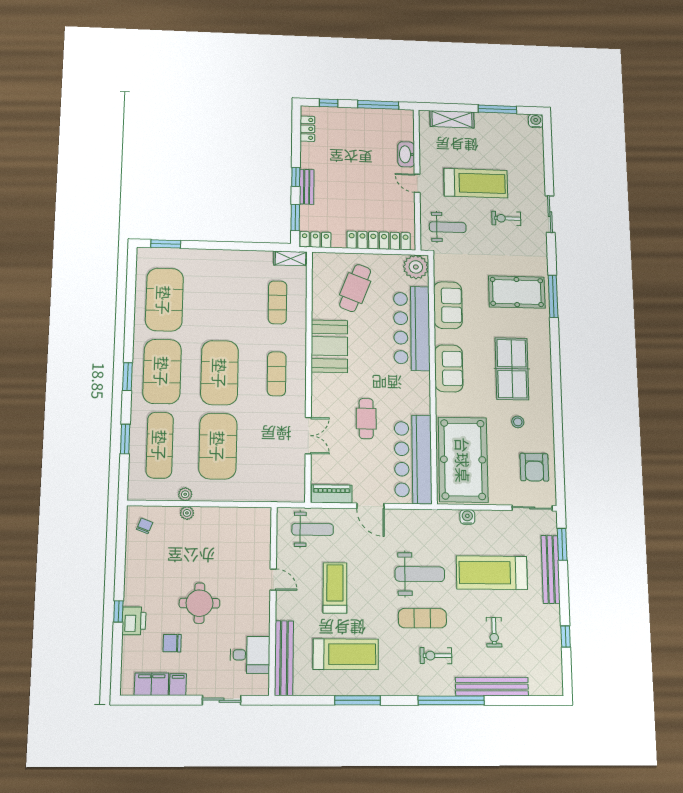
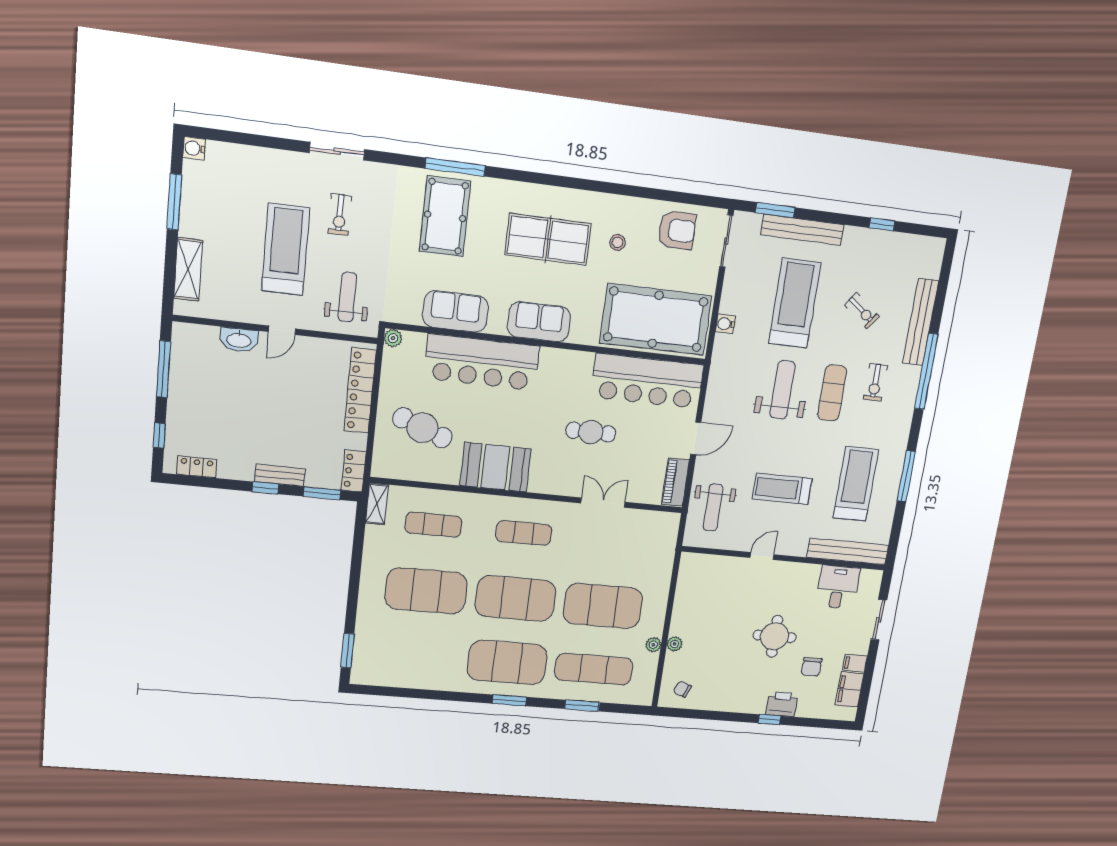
plant: (416, 267) -> (393, 338), width x0.53, depth x0.53
exercise mat: (164, 300) -> (426, 591), moved
weight bench: (313, 529) -> (713, 508), turned 180
treadmill: (492, 573) -> (795, 303), turned 180
exercise bike: (494, 632) -> (862, 311), turned 37

